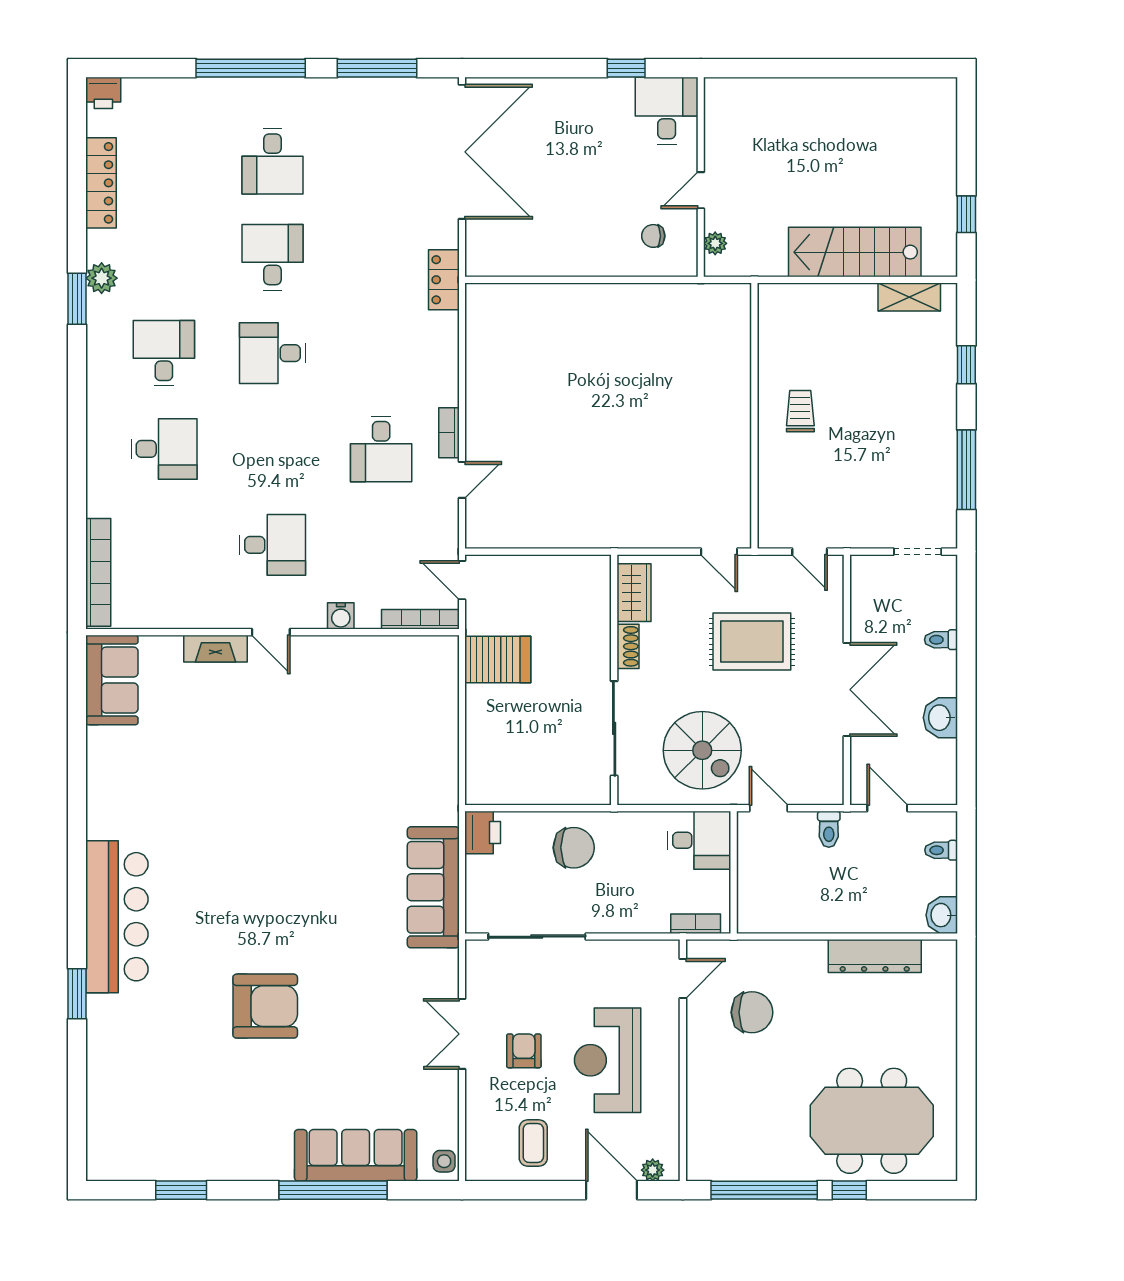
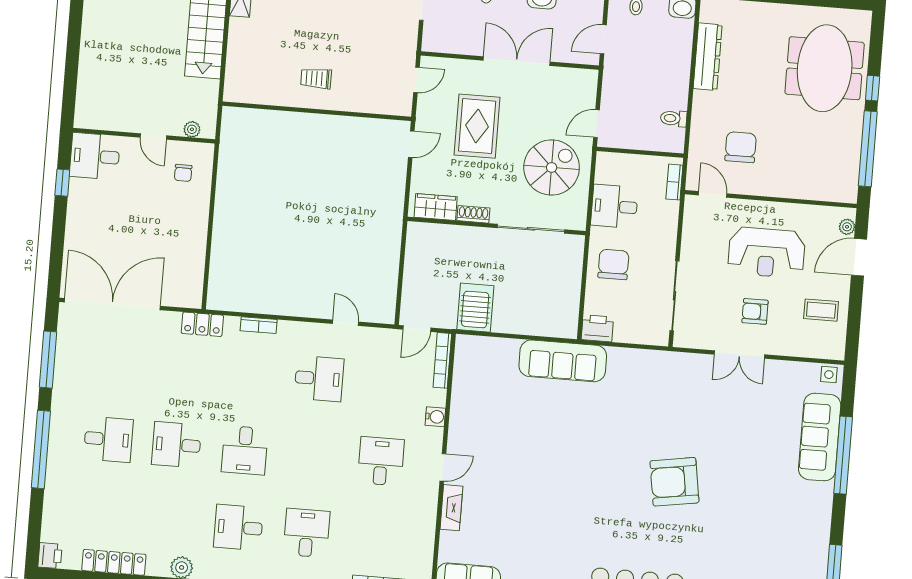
bookcase: (449, 433) -> (259, 325), moved
toilet: (829, 829) -> (674, 118), moved, turned 180
desk: (699, 840) -> (614, 206), moved, turned -90
sofa: (433, 887) -> (563, 361), moved
armchair: (265, 1006) -> (674, 482), moved, turned -99

